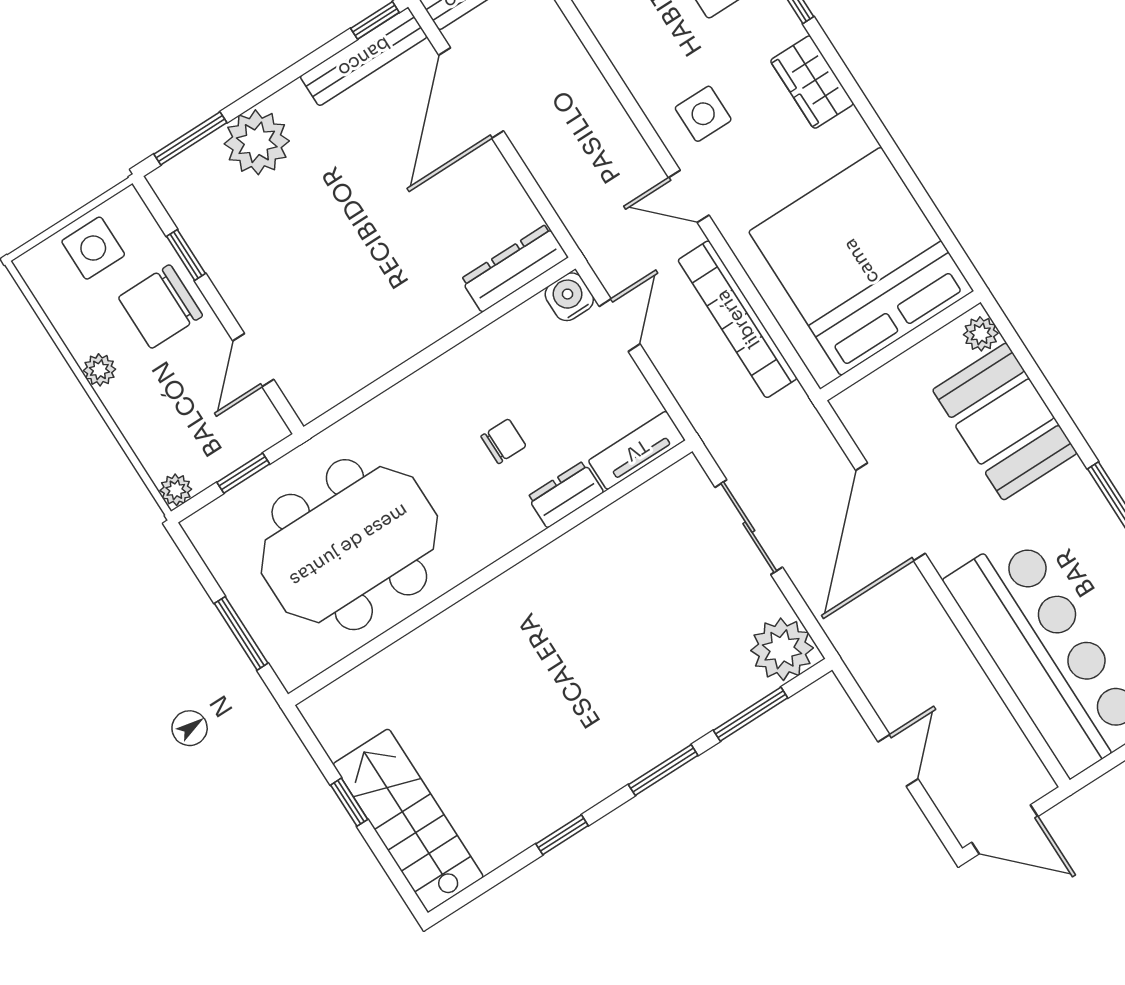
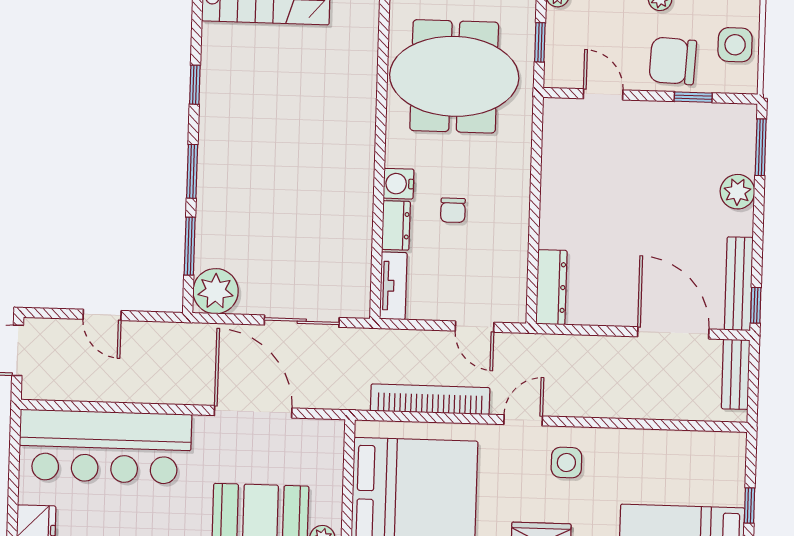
plant: (257, 142) -> (737, 192), width x0.73, depth x0.73
water cooler: (569, 297) -> (399, 184), moved, turned 180
chair: (161, 307) -> (673, 61), turned -87
meeting table: (349, 545) -> (454, 76), turned 90

